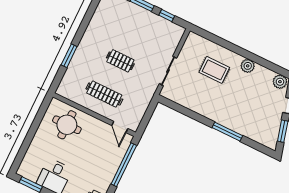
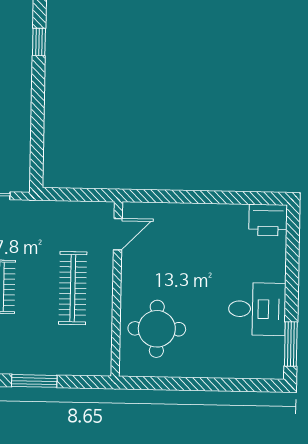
window: (227, 132) -> (39, 42), width x0.46
window: (124, 165) -> (181, 197), removed

